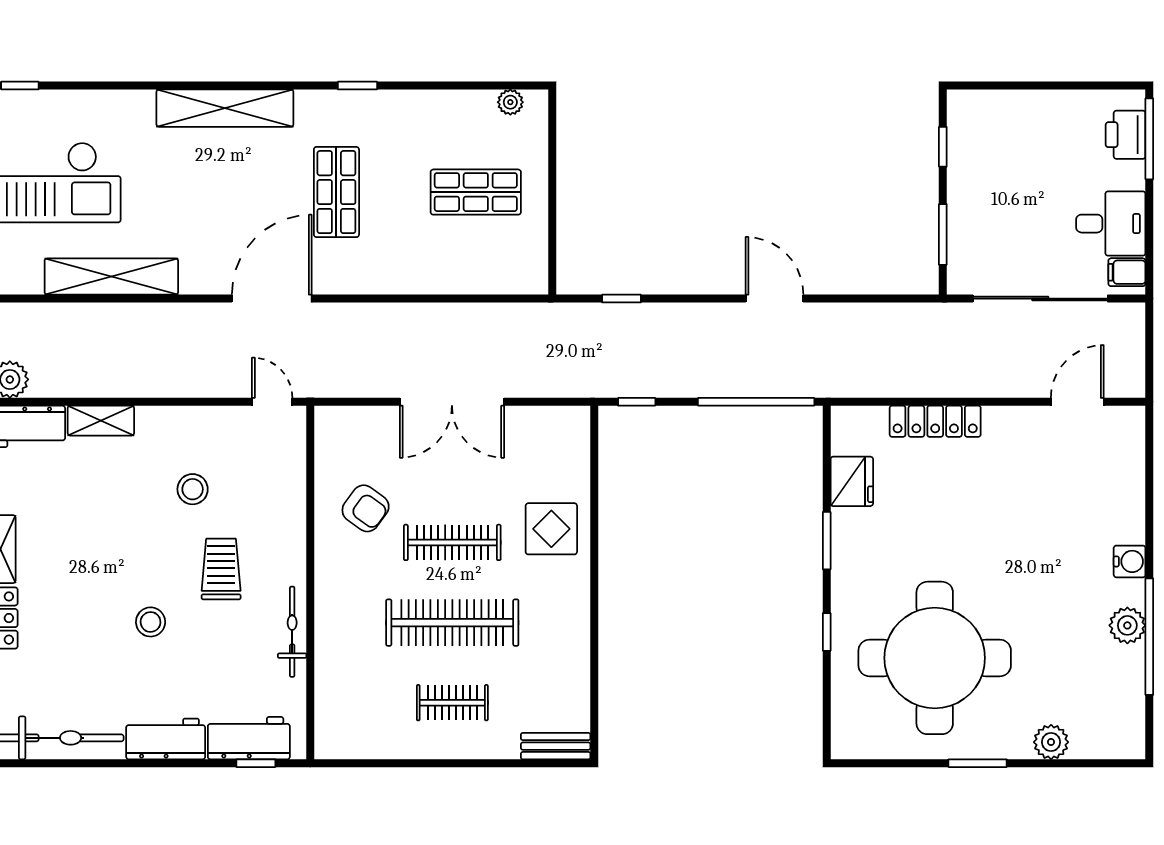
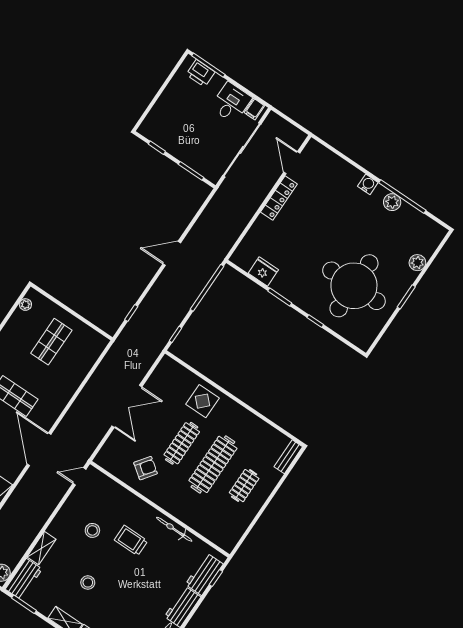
locker: (935, 421) -> (279, 198), moved
stool: (151, 622) -> (88, 583), moved

